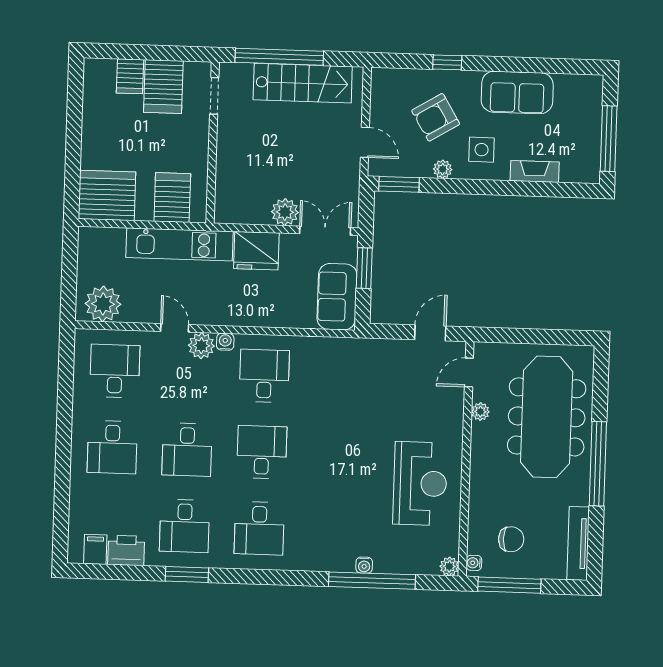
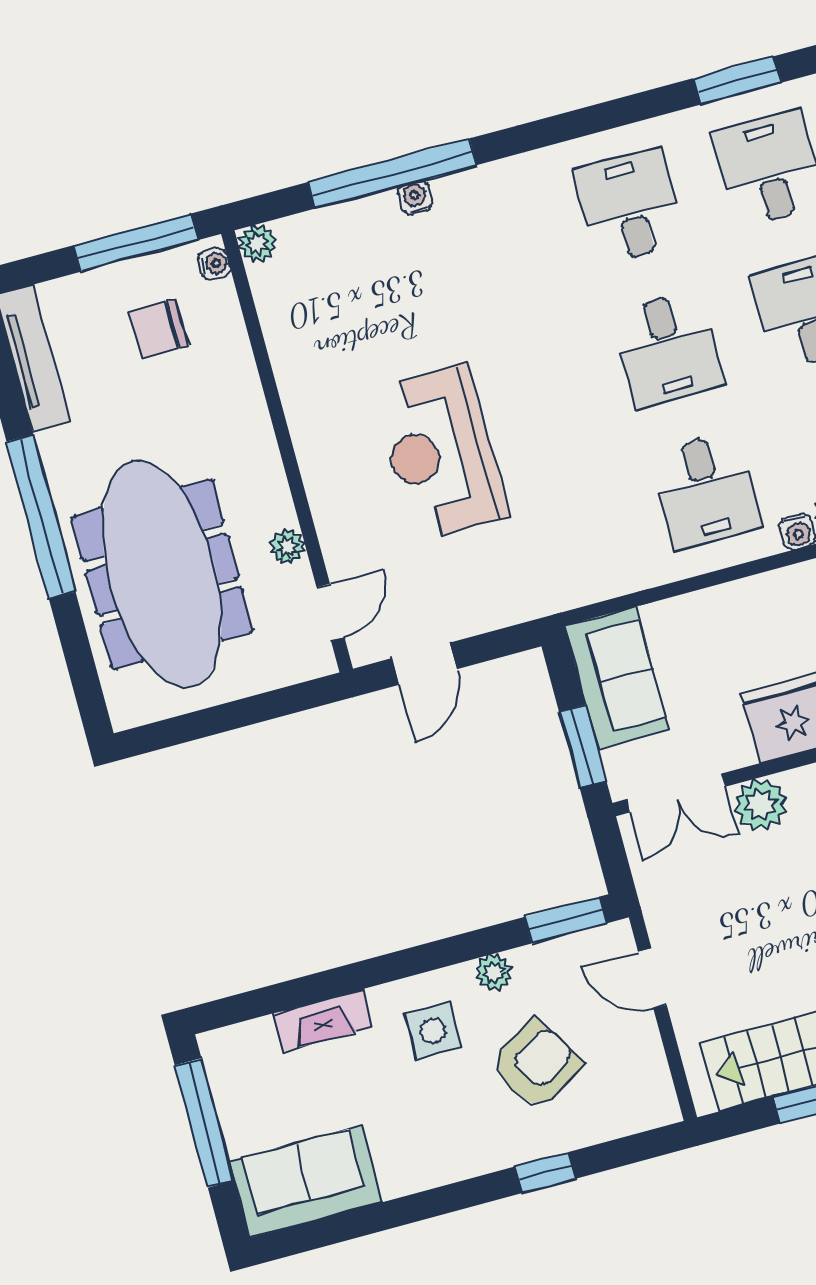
sofa: (517, 92) -> (306, 1182), moved
reception desk: (420, 483) -> (441, 452), moved

